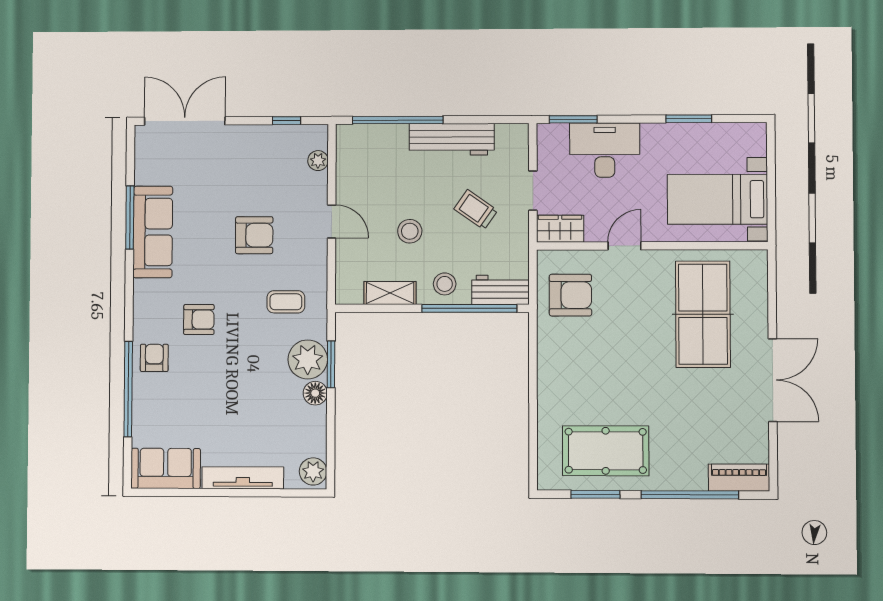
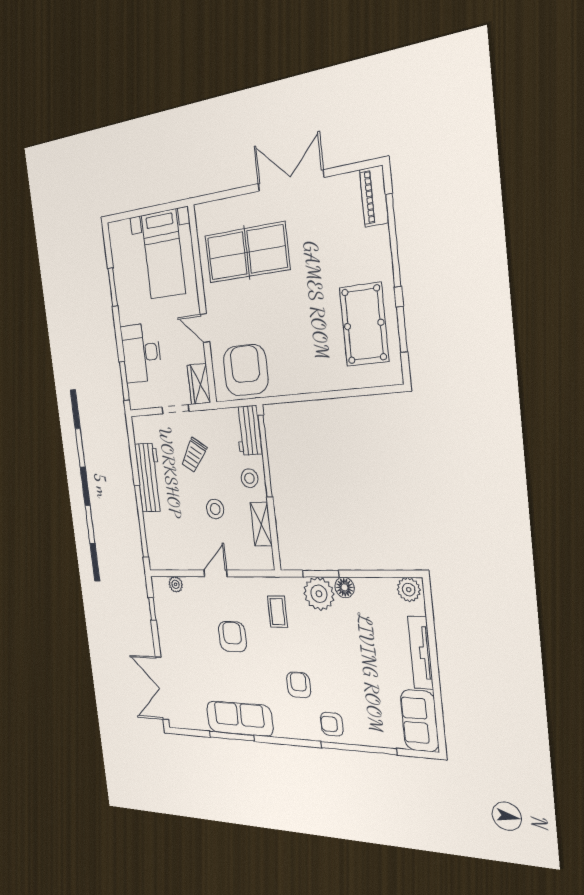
armchair: (570, 295) -> (246, 370), width x1.36, depth x1.36

